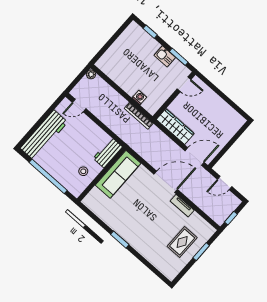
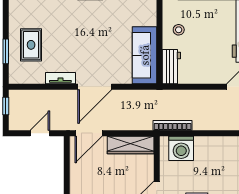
washing machine: (139, 97) -> (181, 148), width x1.89, depth x1.89

